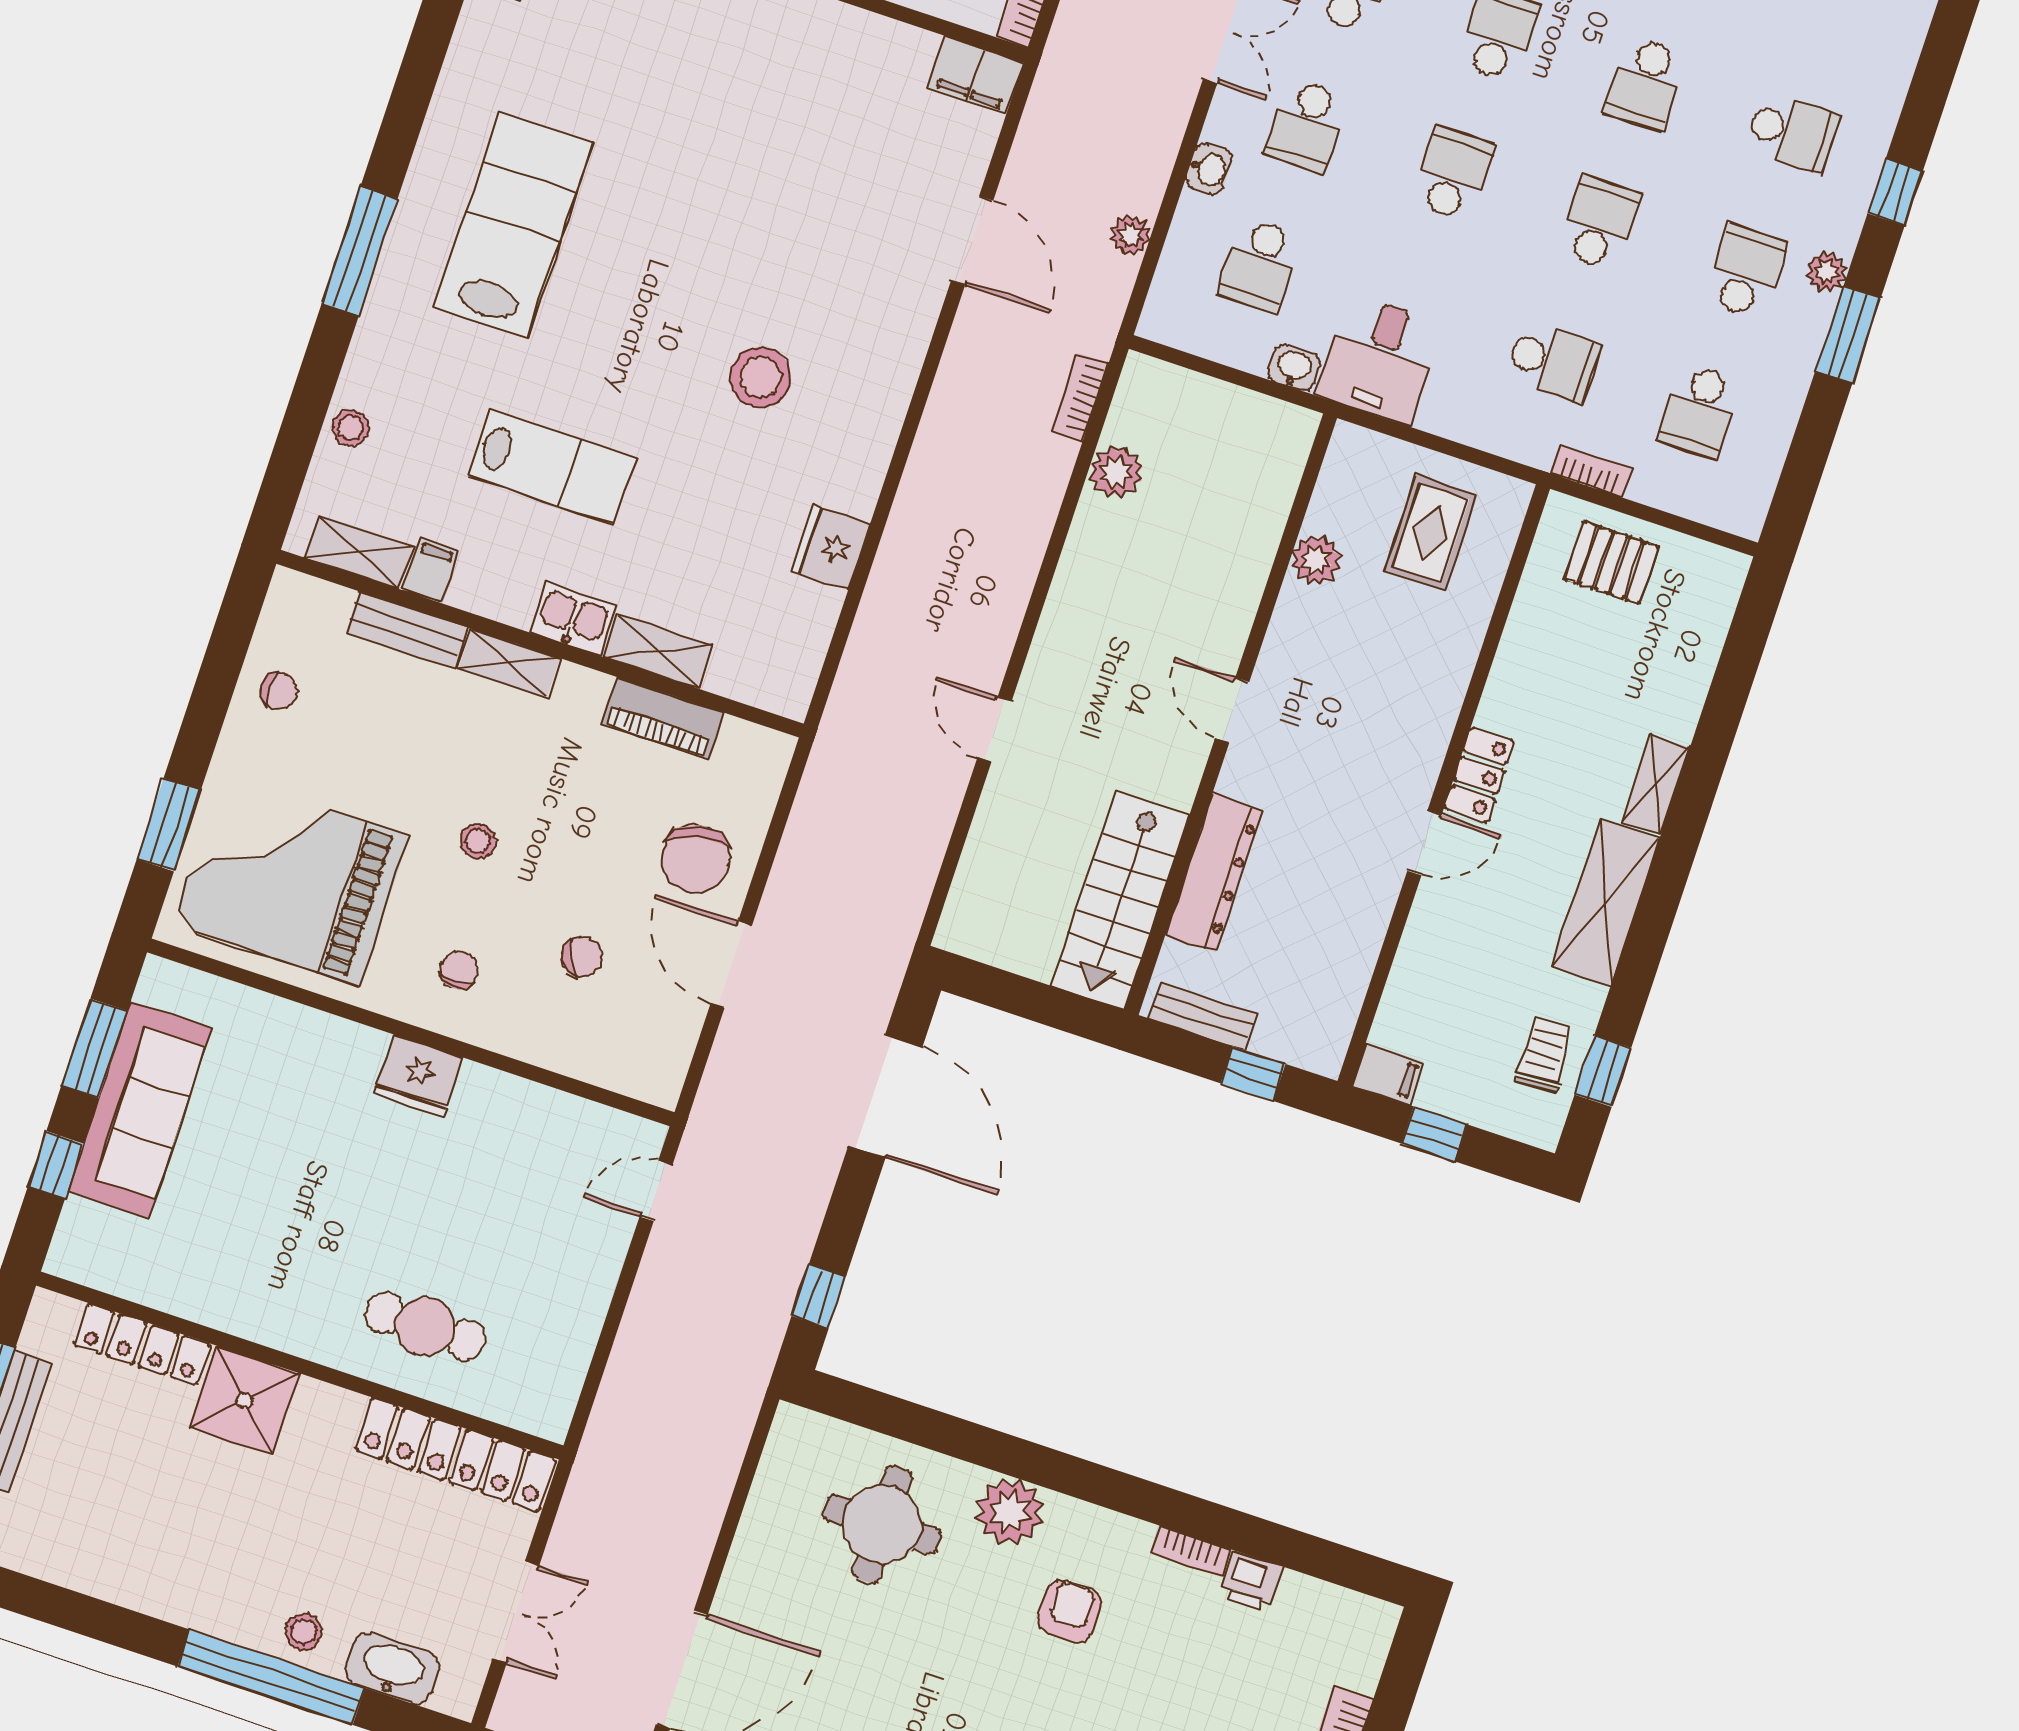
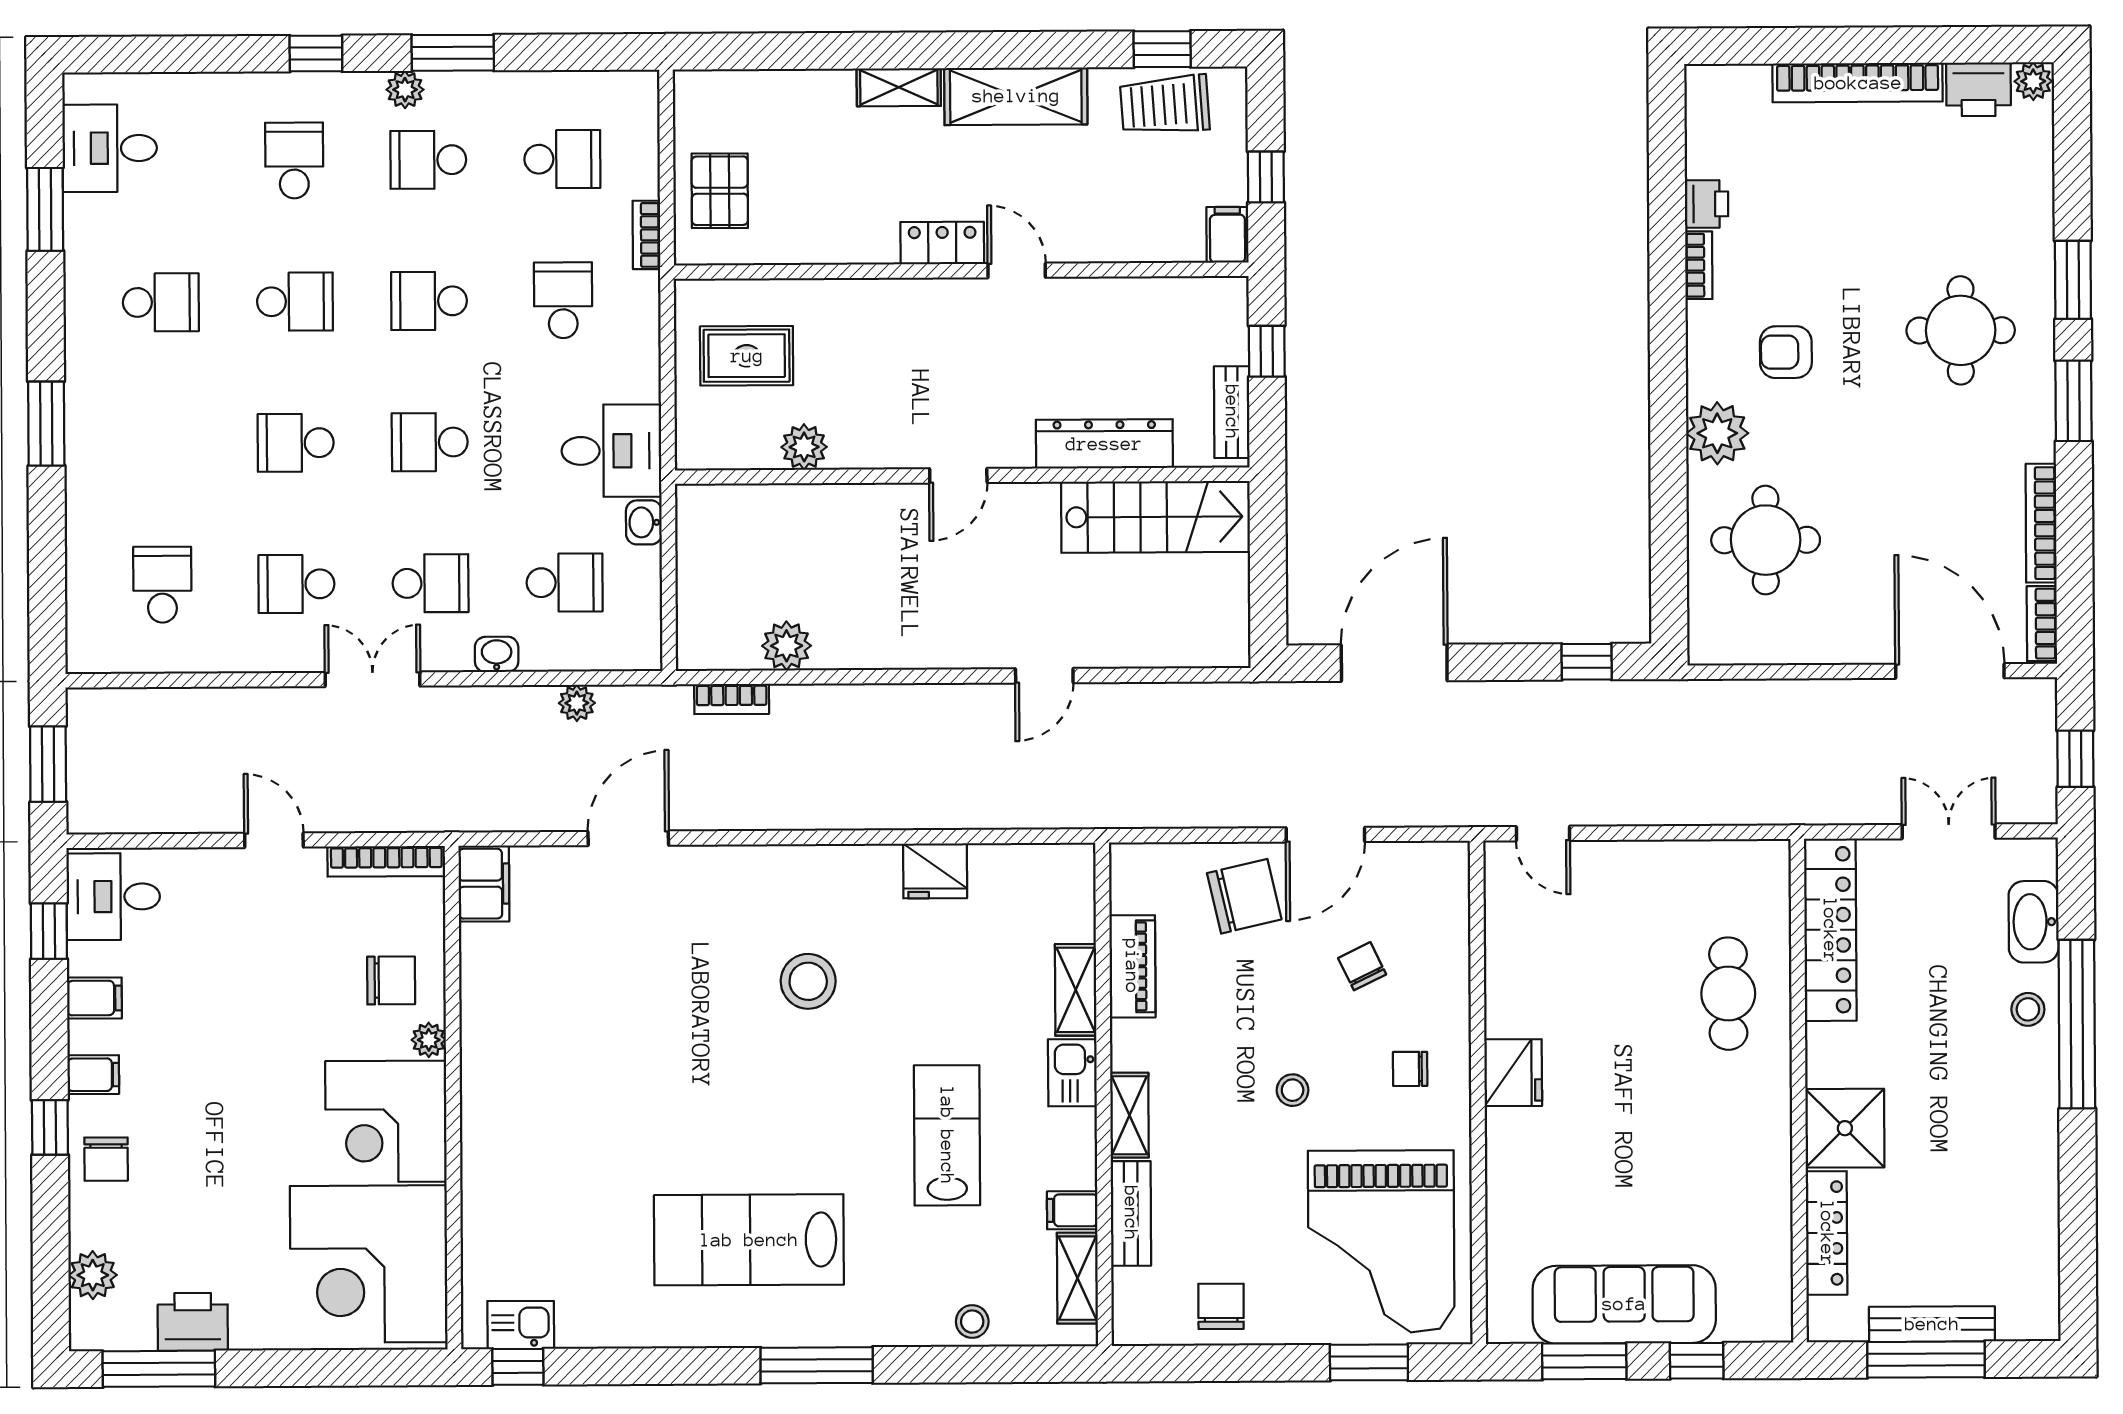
chair: (279, 691) -> (1221, 1306), width x1.37, depth x1.37
trolley: (1544, 1054) -> (1165, 105), width x1.36, depth x1.39

